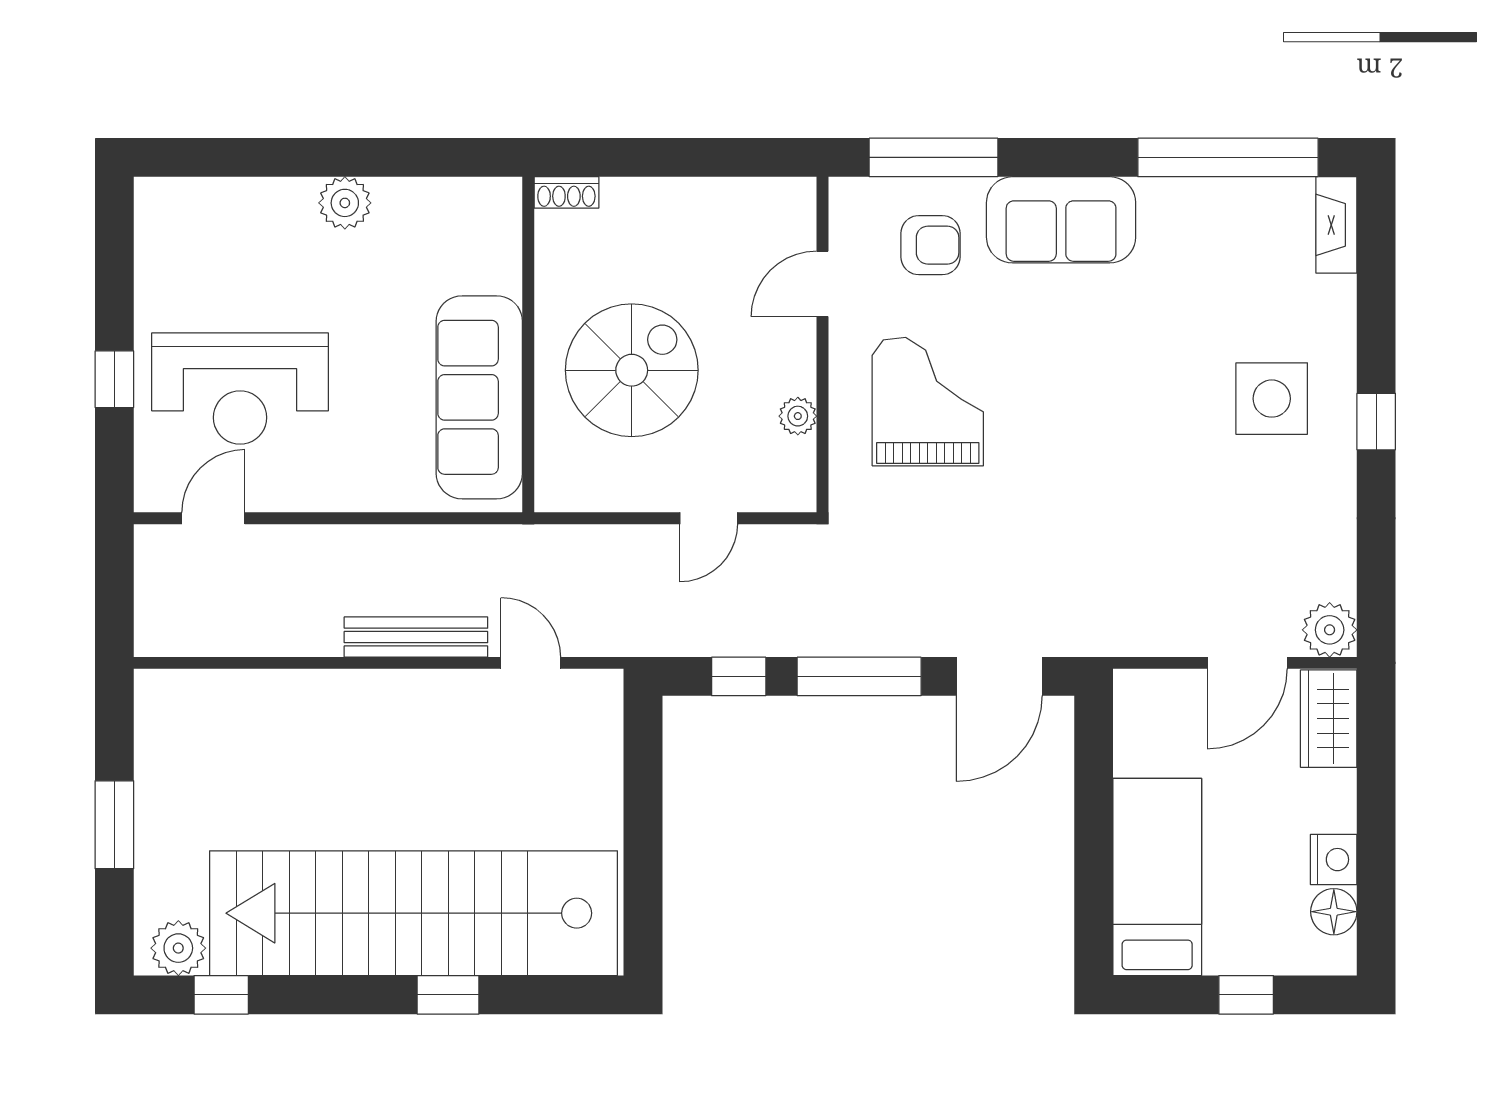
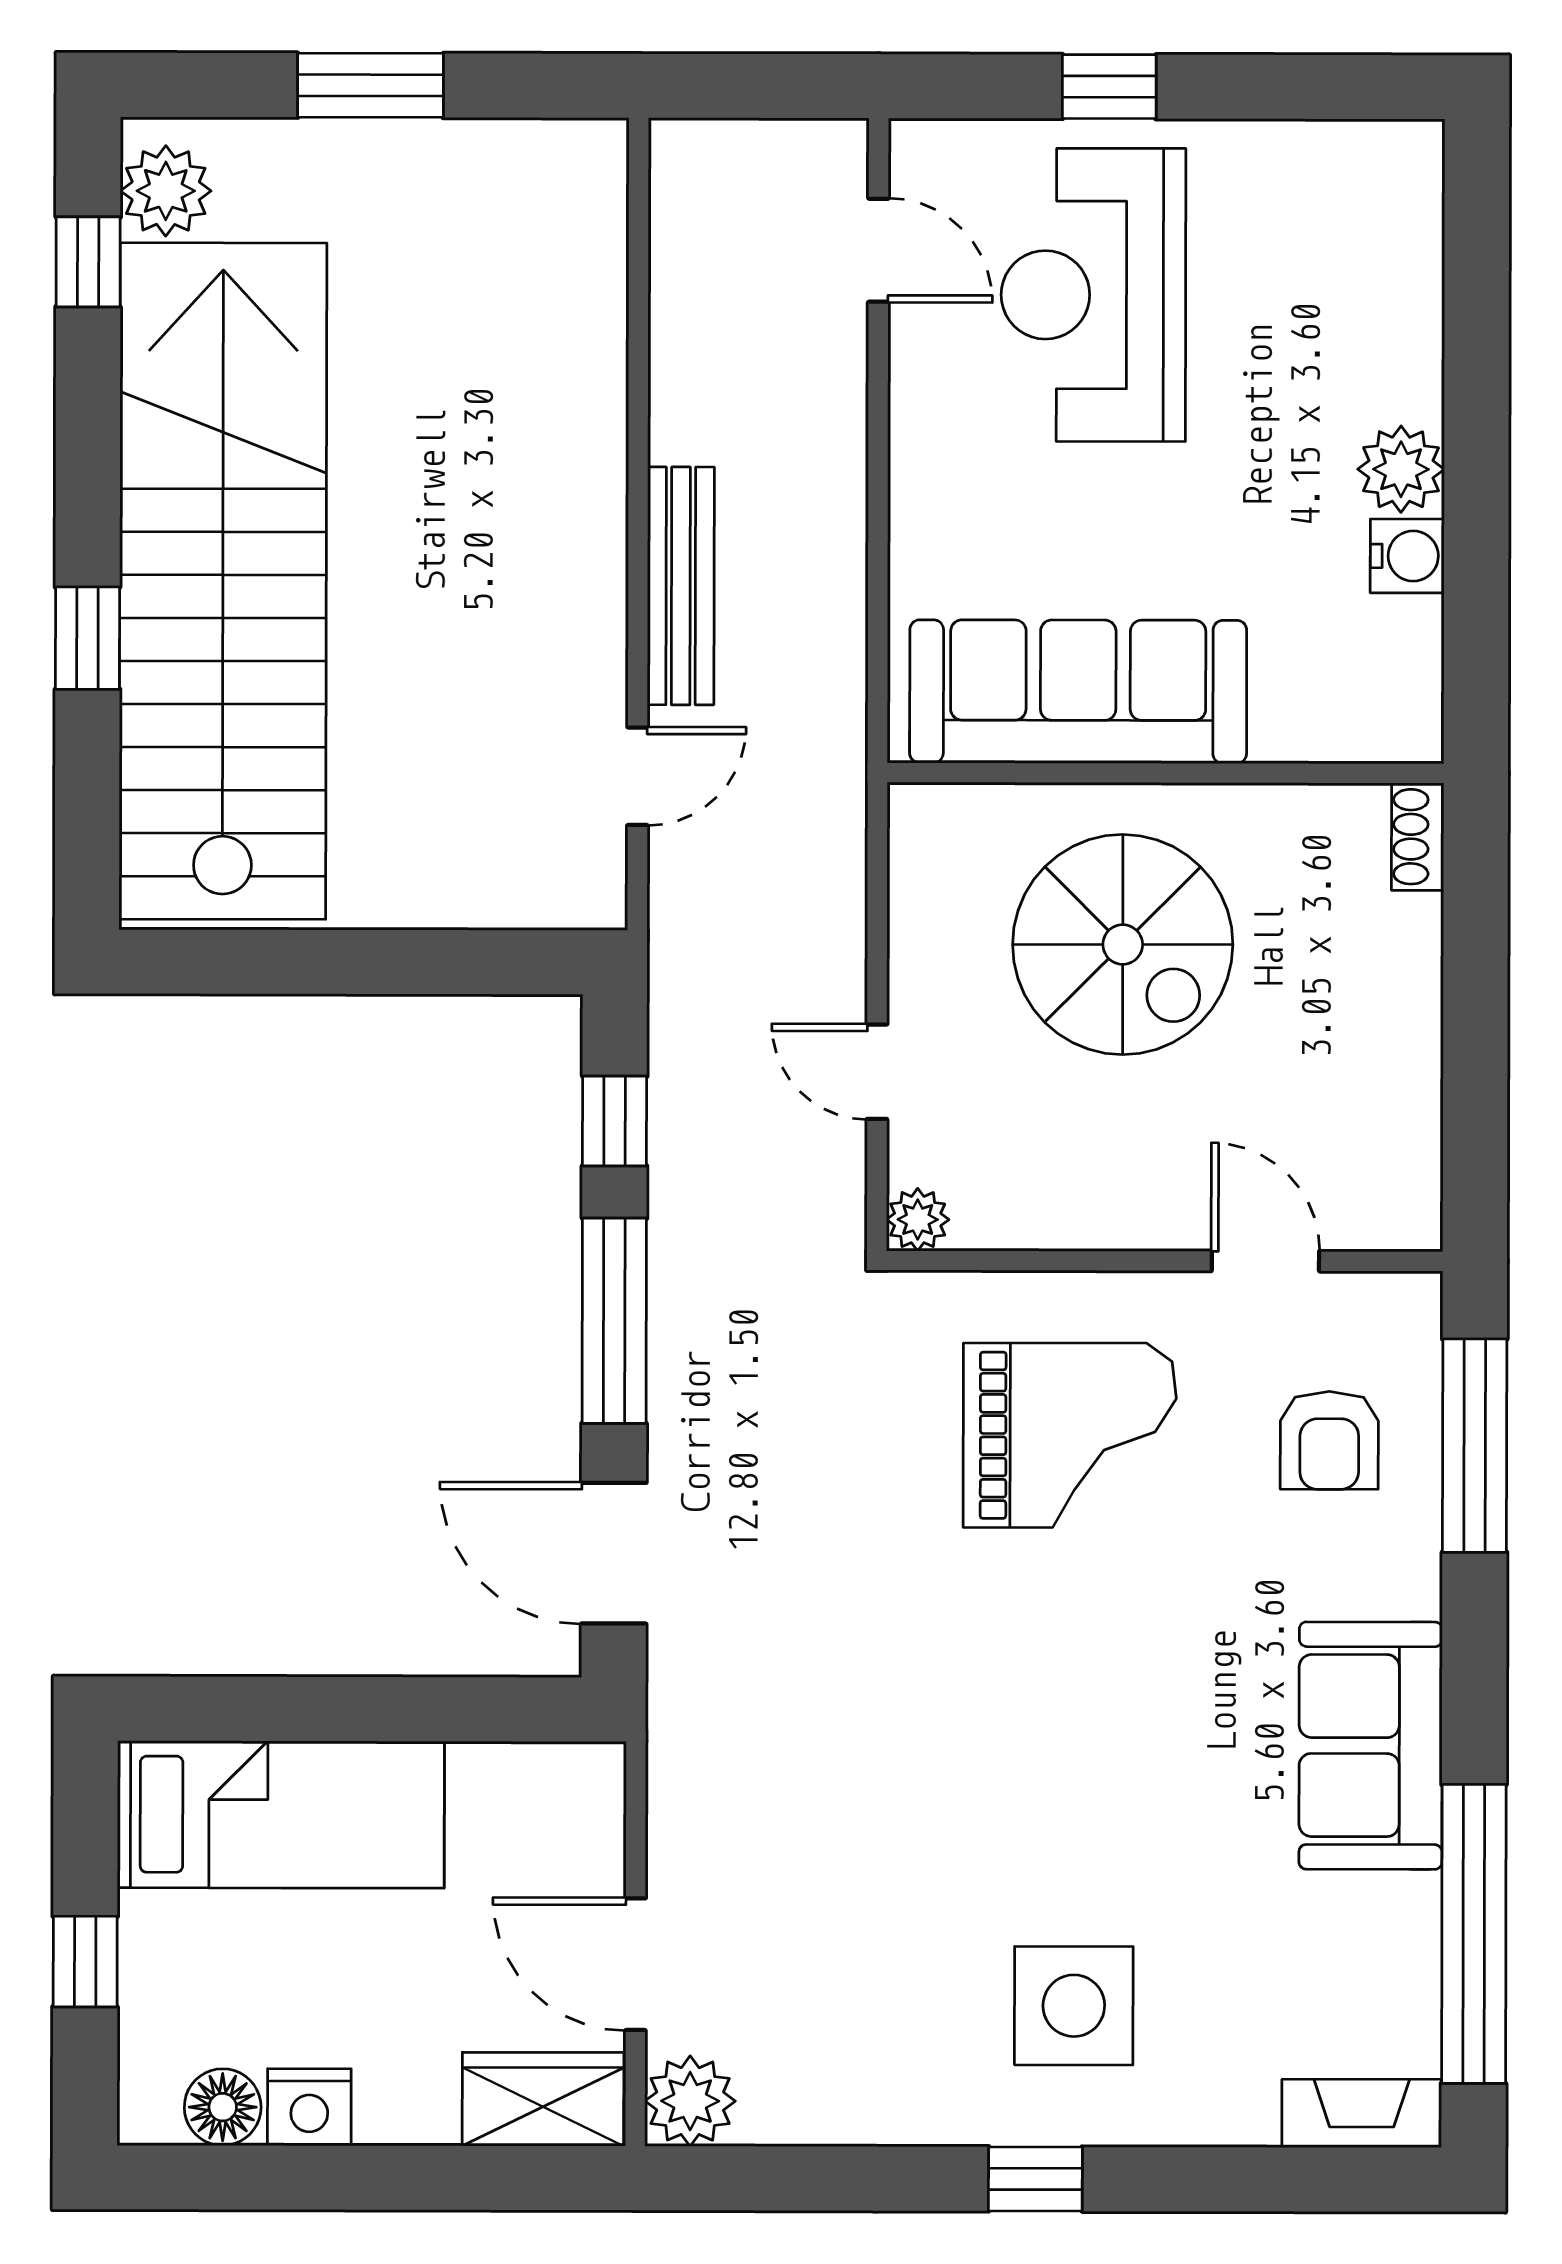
water cooler: (397, 199) -> (1407, 556), added
sofa: (1061, 220) -> (1371, 1746), moved
plant: (798, 416) -> (918, 1220), moved

